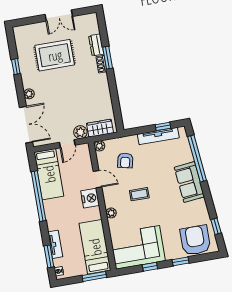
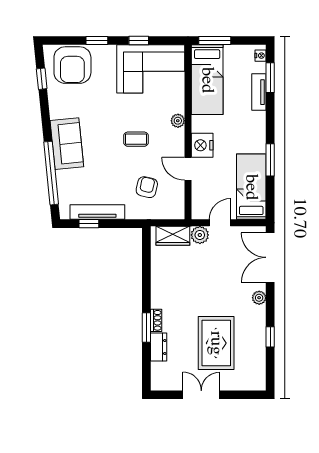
rug: (55, 55) -> (216, 343), turned 90
plant: (99, 146) -> (178, 212), removed
window: (38, 196) -> (270, 160), width x0.47

